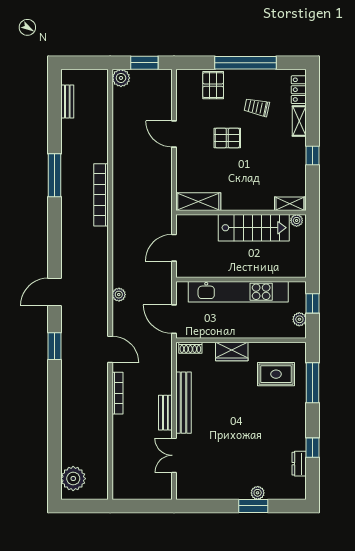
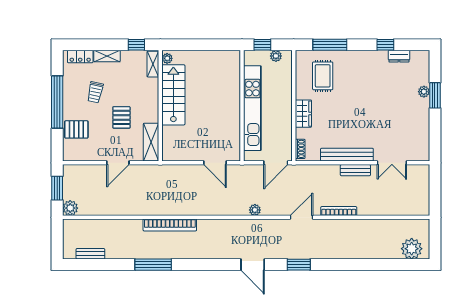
shelving: (198, 202) -> (151, 142), moved
shelving: (290, 204) -> (153, 64), moved
wall: (241, 212) -> (160, 106), moved
plant: (297, 220) -> (167, 58), moved
stairs: (254, 228) -> (173, 95), moved

